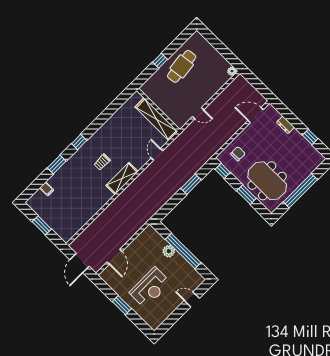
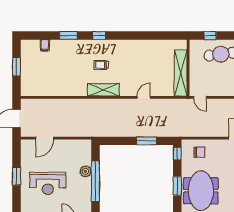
wall: (158, 110) -> (188, 68), moved
shelving: (156, 119) -> (181, 73), moved

